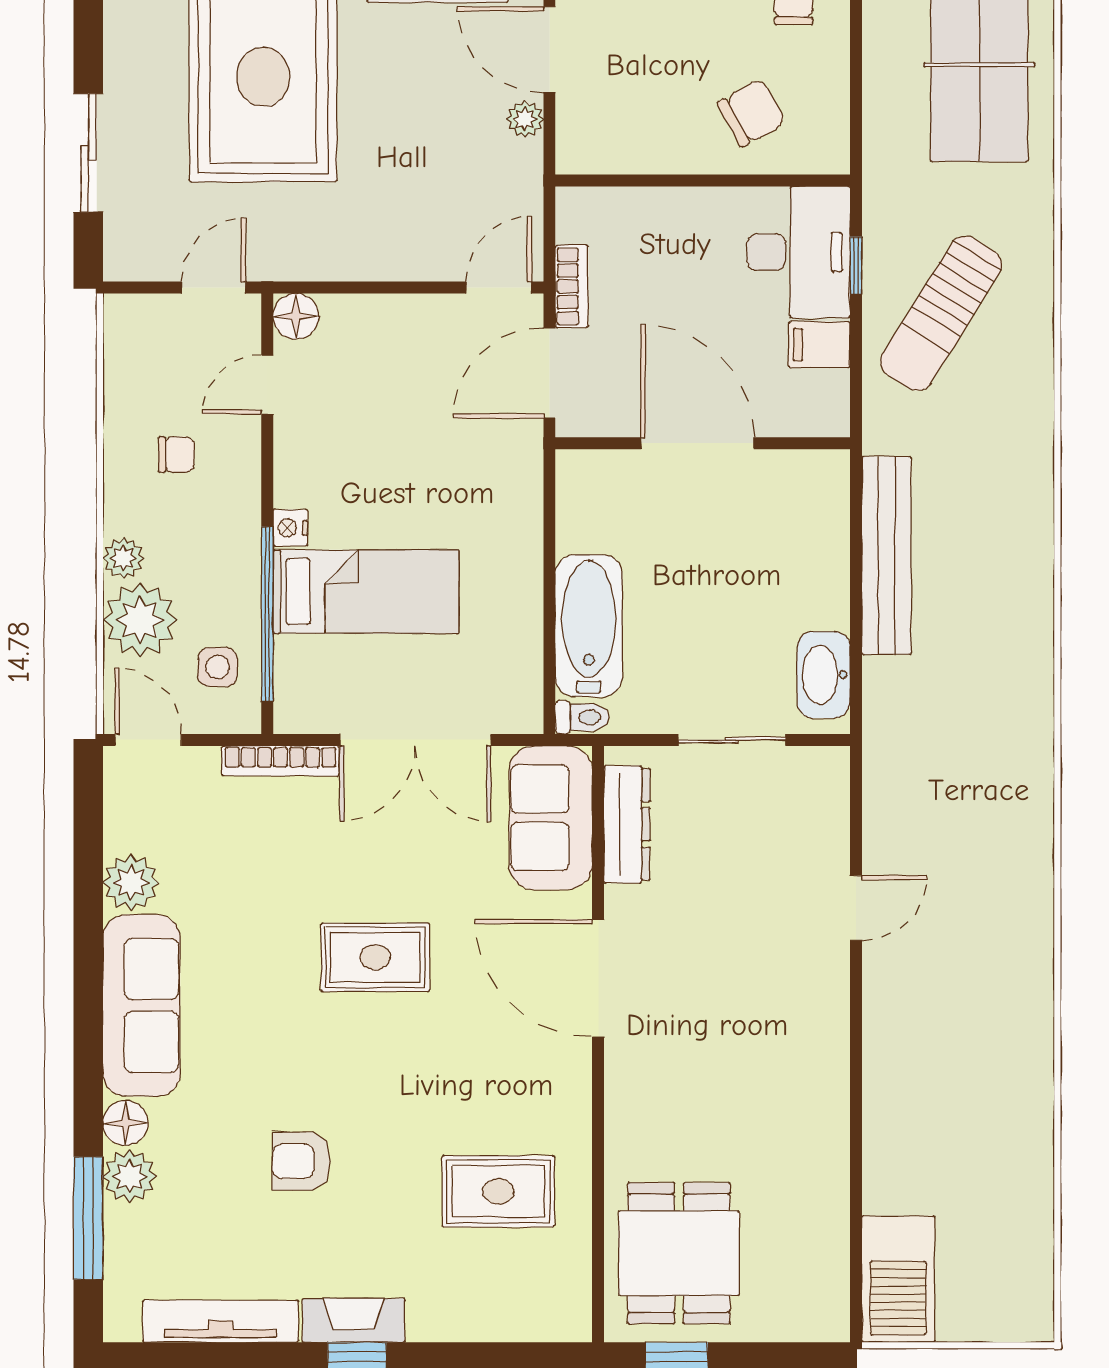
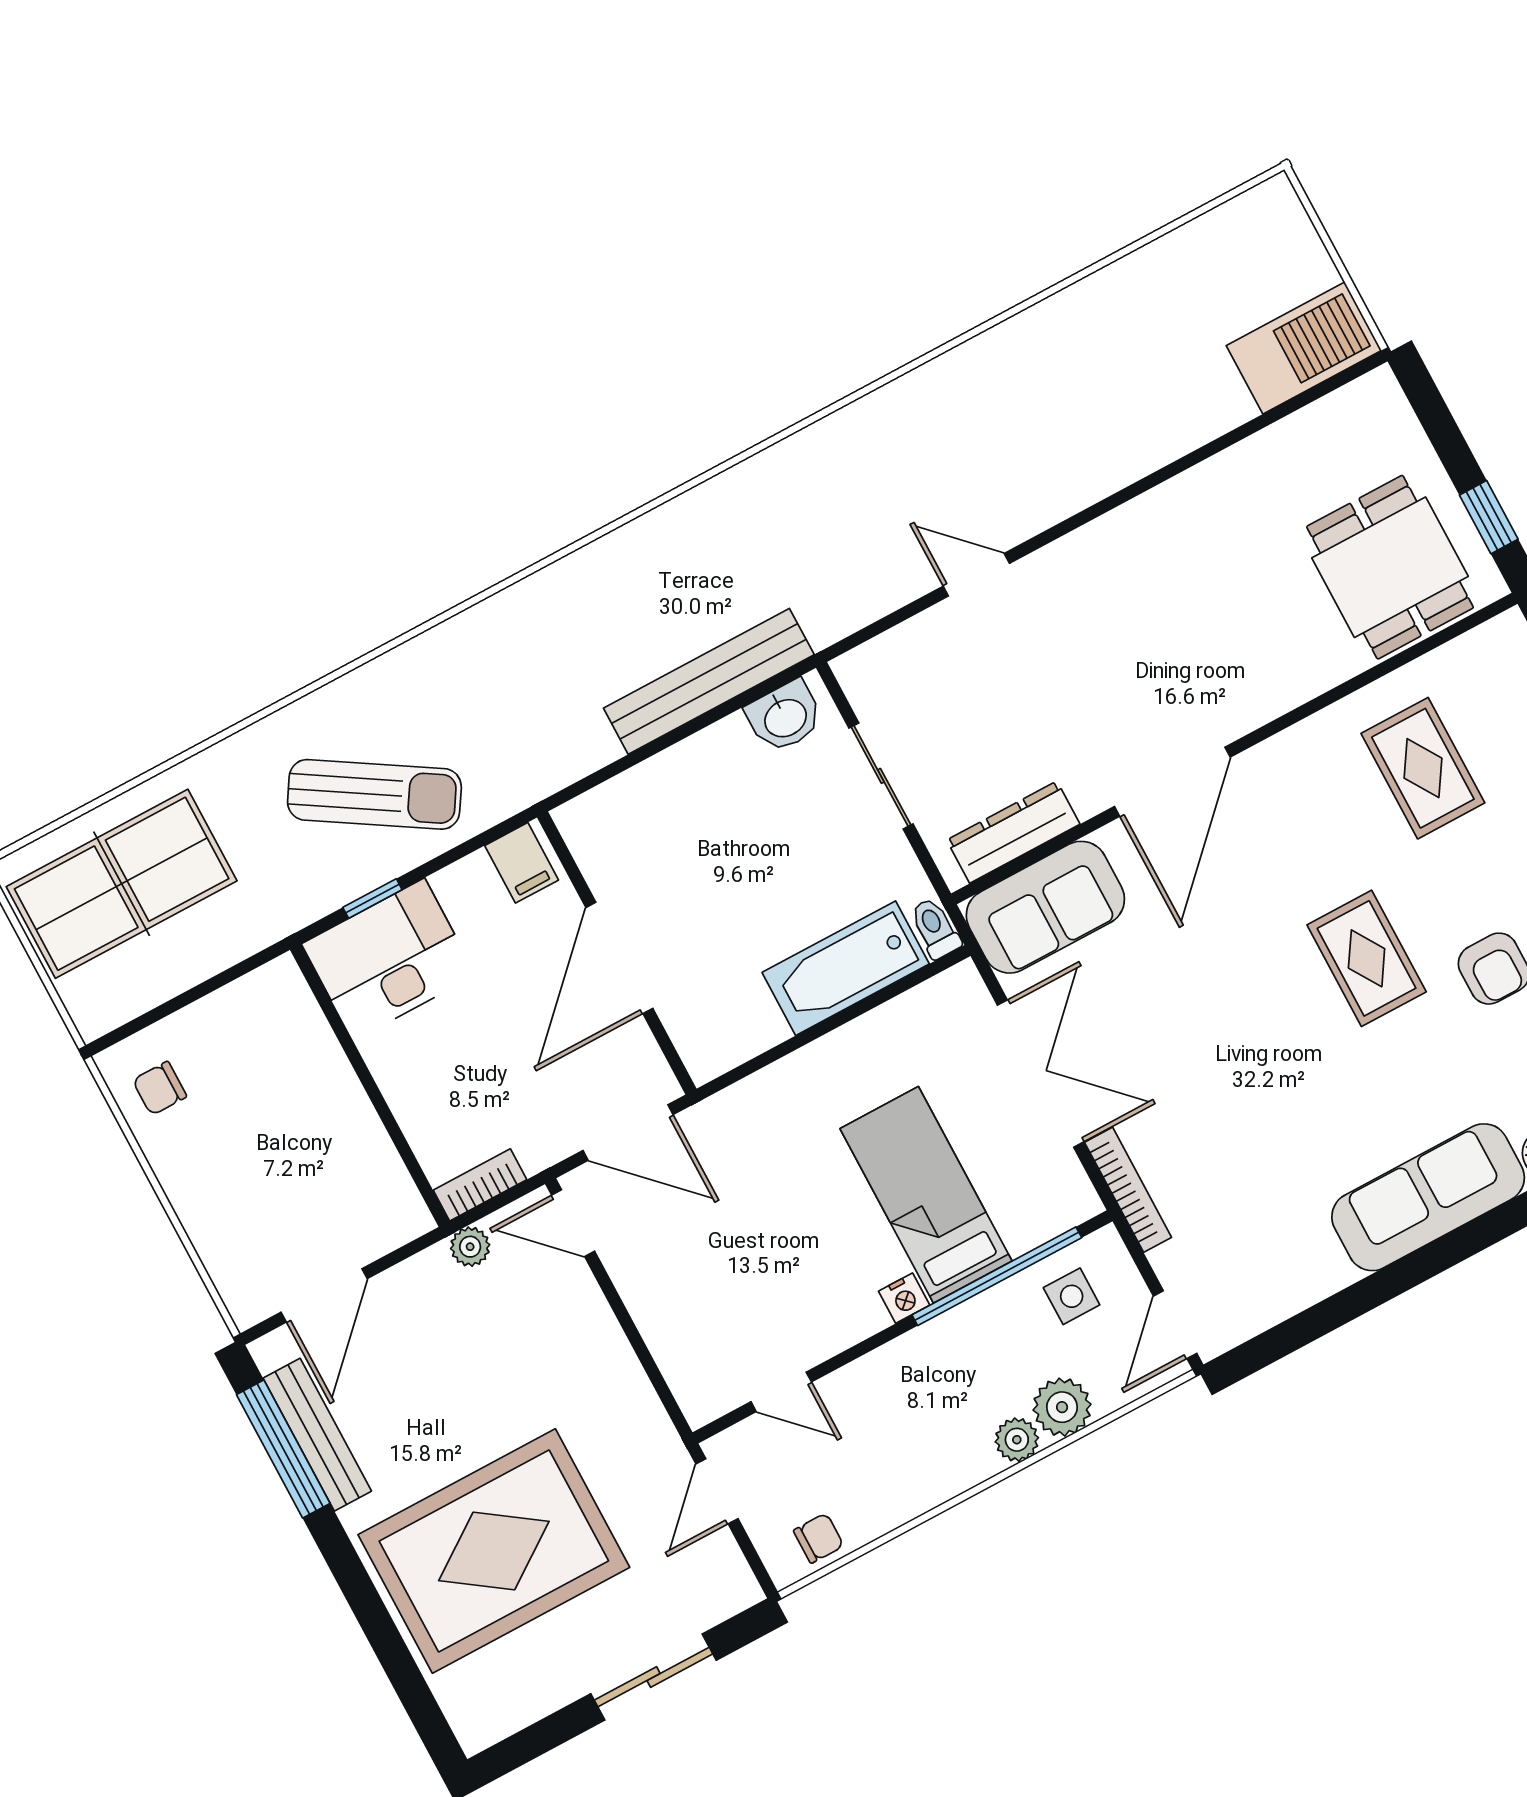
chair: (752, 113) -> (281, 1074), removed
plant: (525, 119) -> (470, 1247), moved
bookcase: (572, 286) -> (480, 1185), moved
door: (214, 288) -> (717, 1491), hinge flipped
floor lamp: (296, 316) -> (702, 1399), removed
filing cabinet: (819, 345) -> (522, 863), moved
chair: (176, 455) -> (819, 1538), moved, turned 90
bench: (886, 555) -> (709, 681), moved
plant: (140, 620) -> (1062, 1407), width x0.73, depth x0.73
washbasin: (824, 675) -> (785, 717), width x0.72
plant: (131, 882) -> (1318, 1269), removed
rug: (375, 957) -> (1367, 958), moved
dining table: (679, 1253) -> (1390, 567), turned 90

